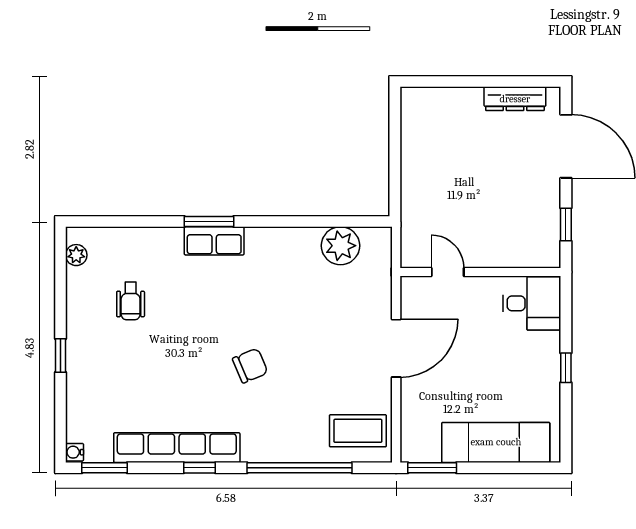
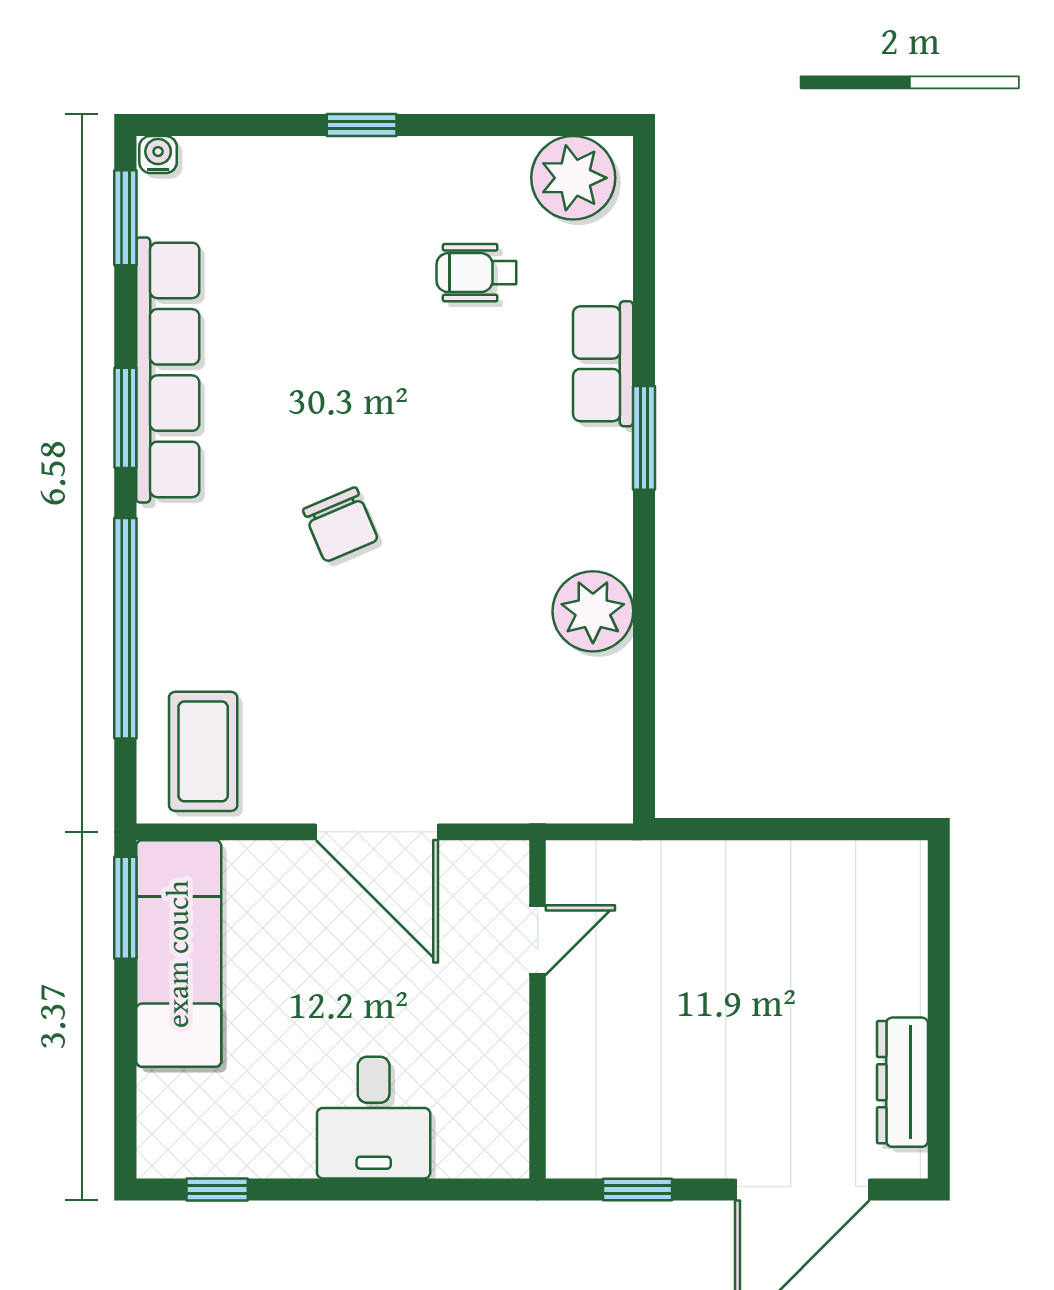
row of seats: (214, 241) -> (603, 364), moved
plant: (340, 246) -> (593, 611), moved
plant: (76, 255) -> (573, 178), width x1.87, depth x1.87
desk: (532, 303) -> (374, 1118), moved
window: (566, 368) -> (217, 1189), moved
exam couch: (496, 442) -> (179, 954), moved
window: (200, 468) -> (125, 418), width x1.50

